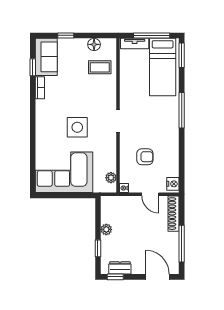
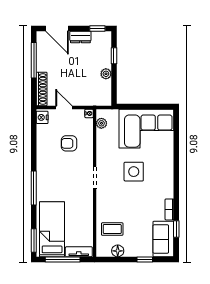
dresser: (120, 268) -> (80, 37), moved

